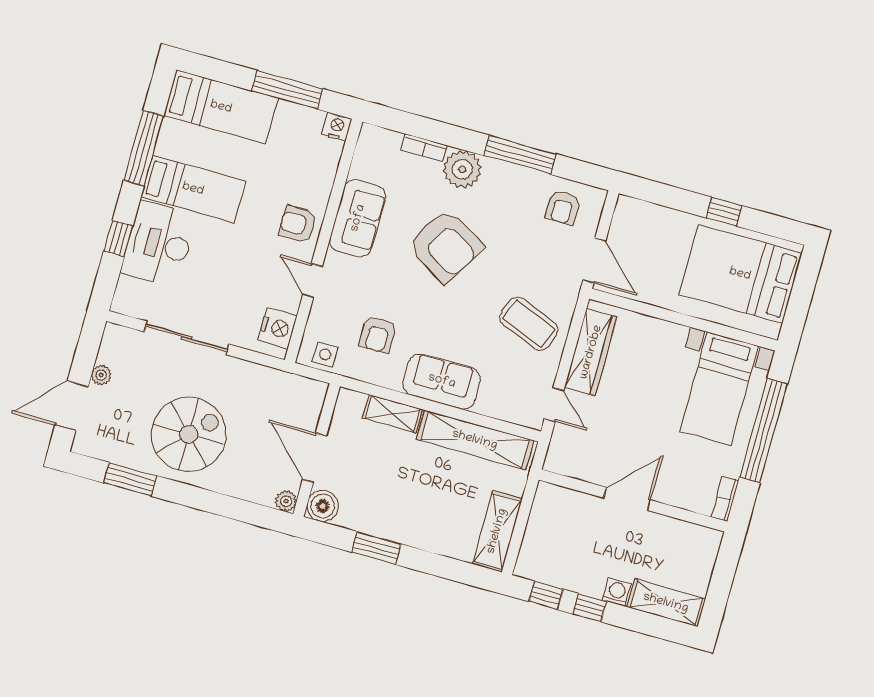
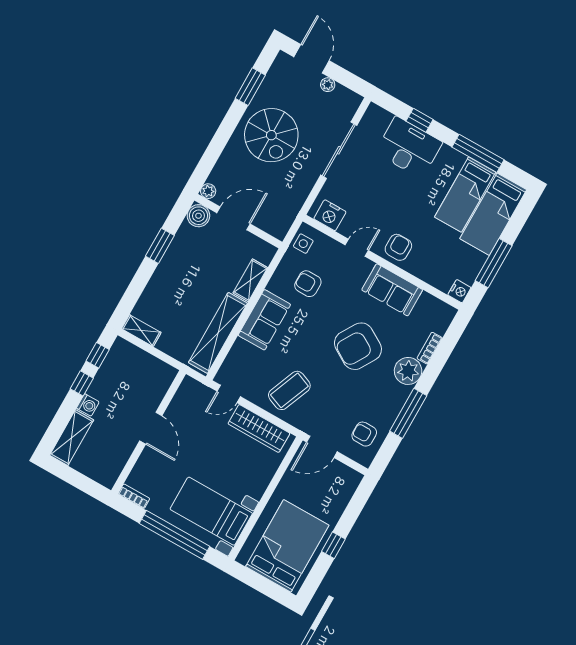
bed: (193, 189) -> (465, 195), moved
shelving: (497, 531) -> (141, 331), width x0.67, depth x0.75

